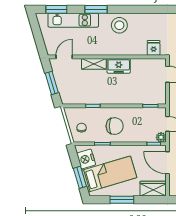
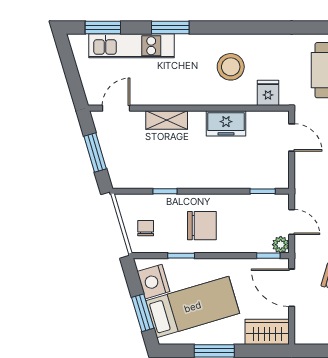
stool: (119, 25) -> (231, 67), moved
freezer: (119, 66) -> (226, 123), moved

